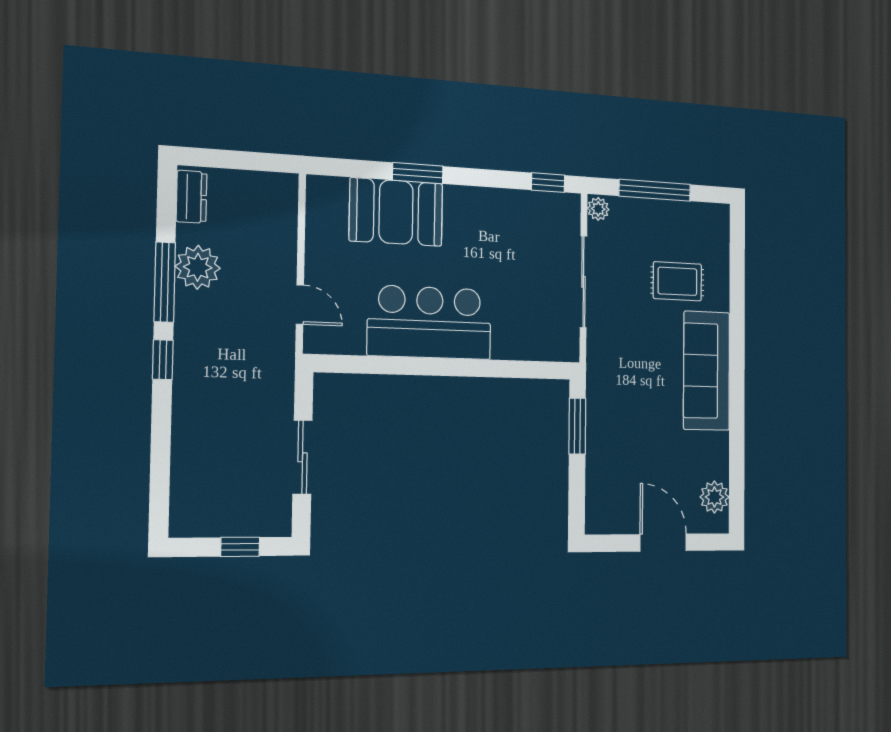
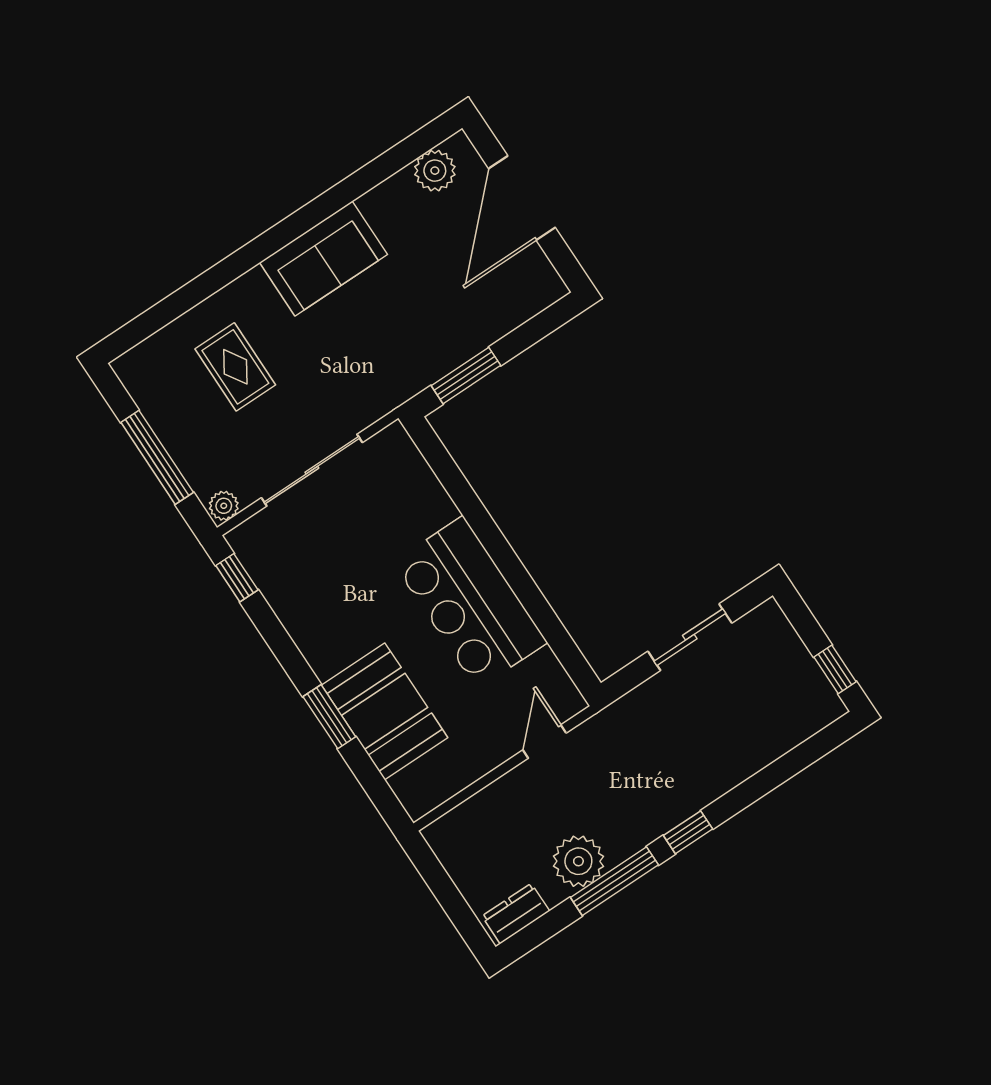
sofa: (707, 371) -> (324, 258), width x0.73
door: (663, 543) -> (522, 198), width x1.36
window: (240, 547) -> (835, 669), moved

